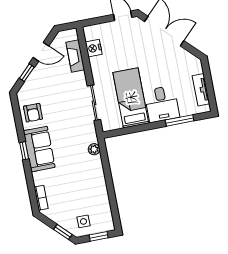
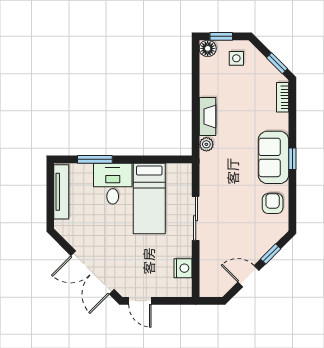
fireplace: (75, 56) -> (207, 117), moved
tv unit: (201, 90) -> (61, 192), width x1.41
sliding door: (94, 103) -> (196, 218), moved
floor lamp: (108, 225) -> (208, 48), added
window: (63, 232) -> (277, 63), moved

